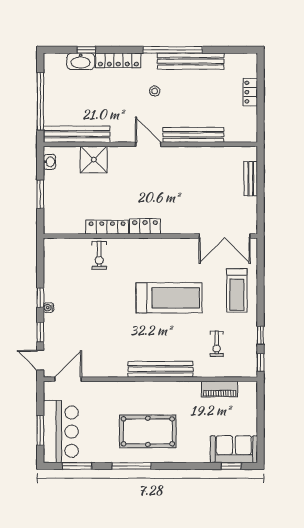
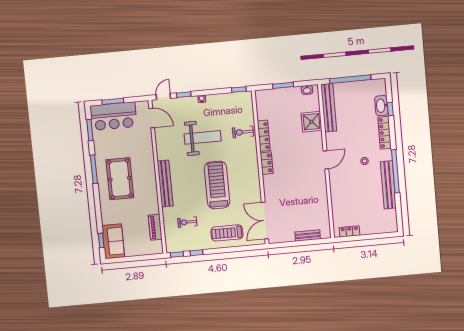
locker: (250, 92) -> (350, 231), moved
bench: (193, 135) -> (335, 192), removed
window: (40, 298) -> (239, 90), moved
treadmill: (169, 298) -> (217, 185), turned 180
weight bench: (102, 312) -> (203, 137), added

